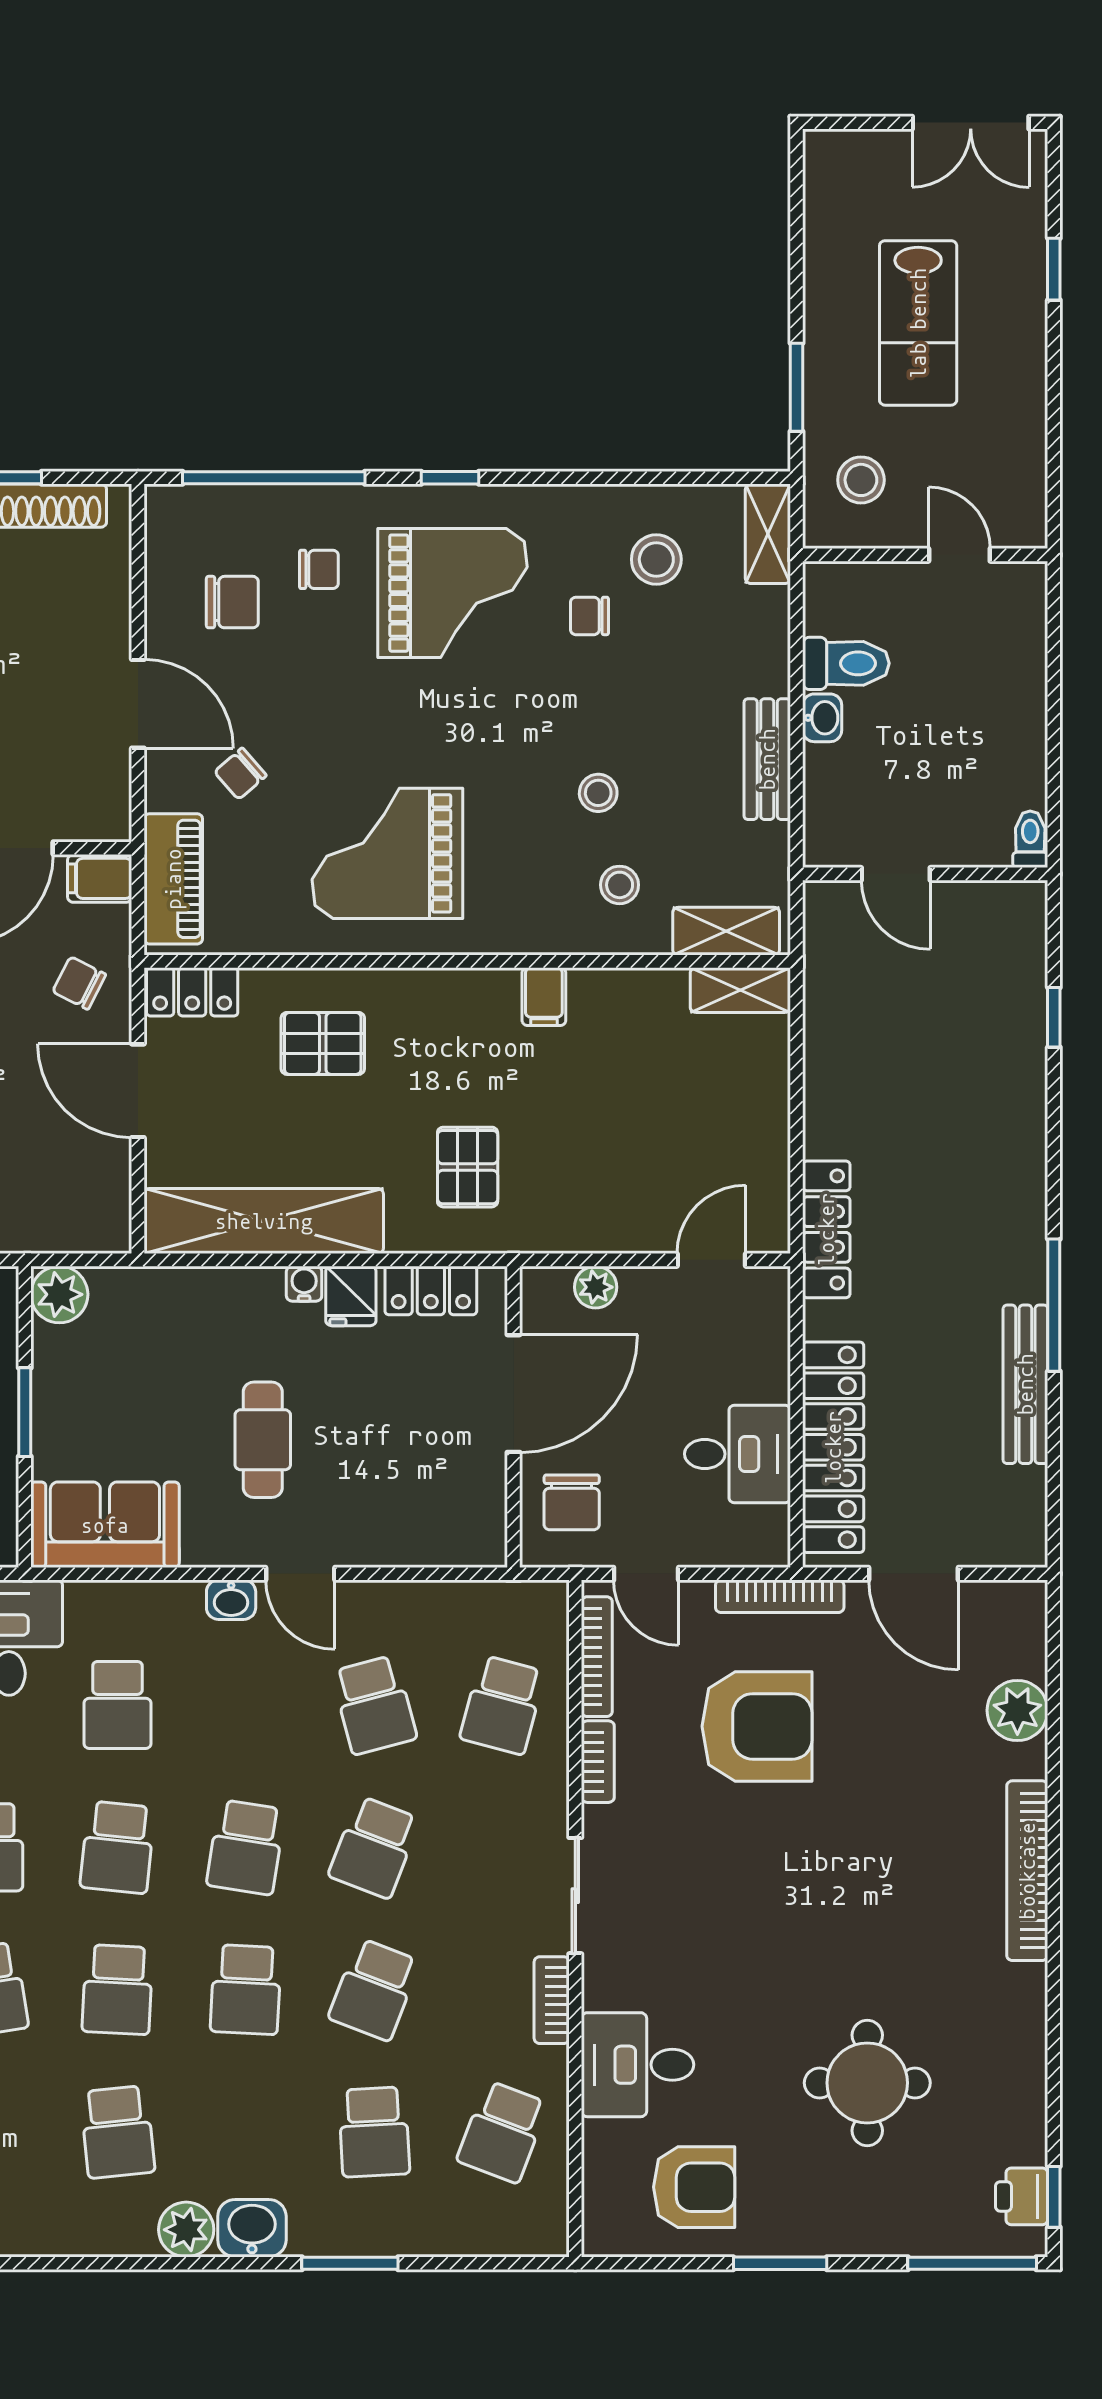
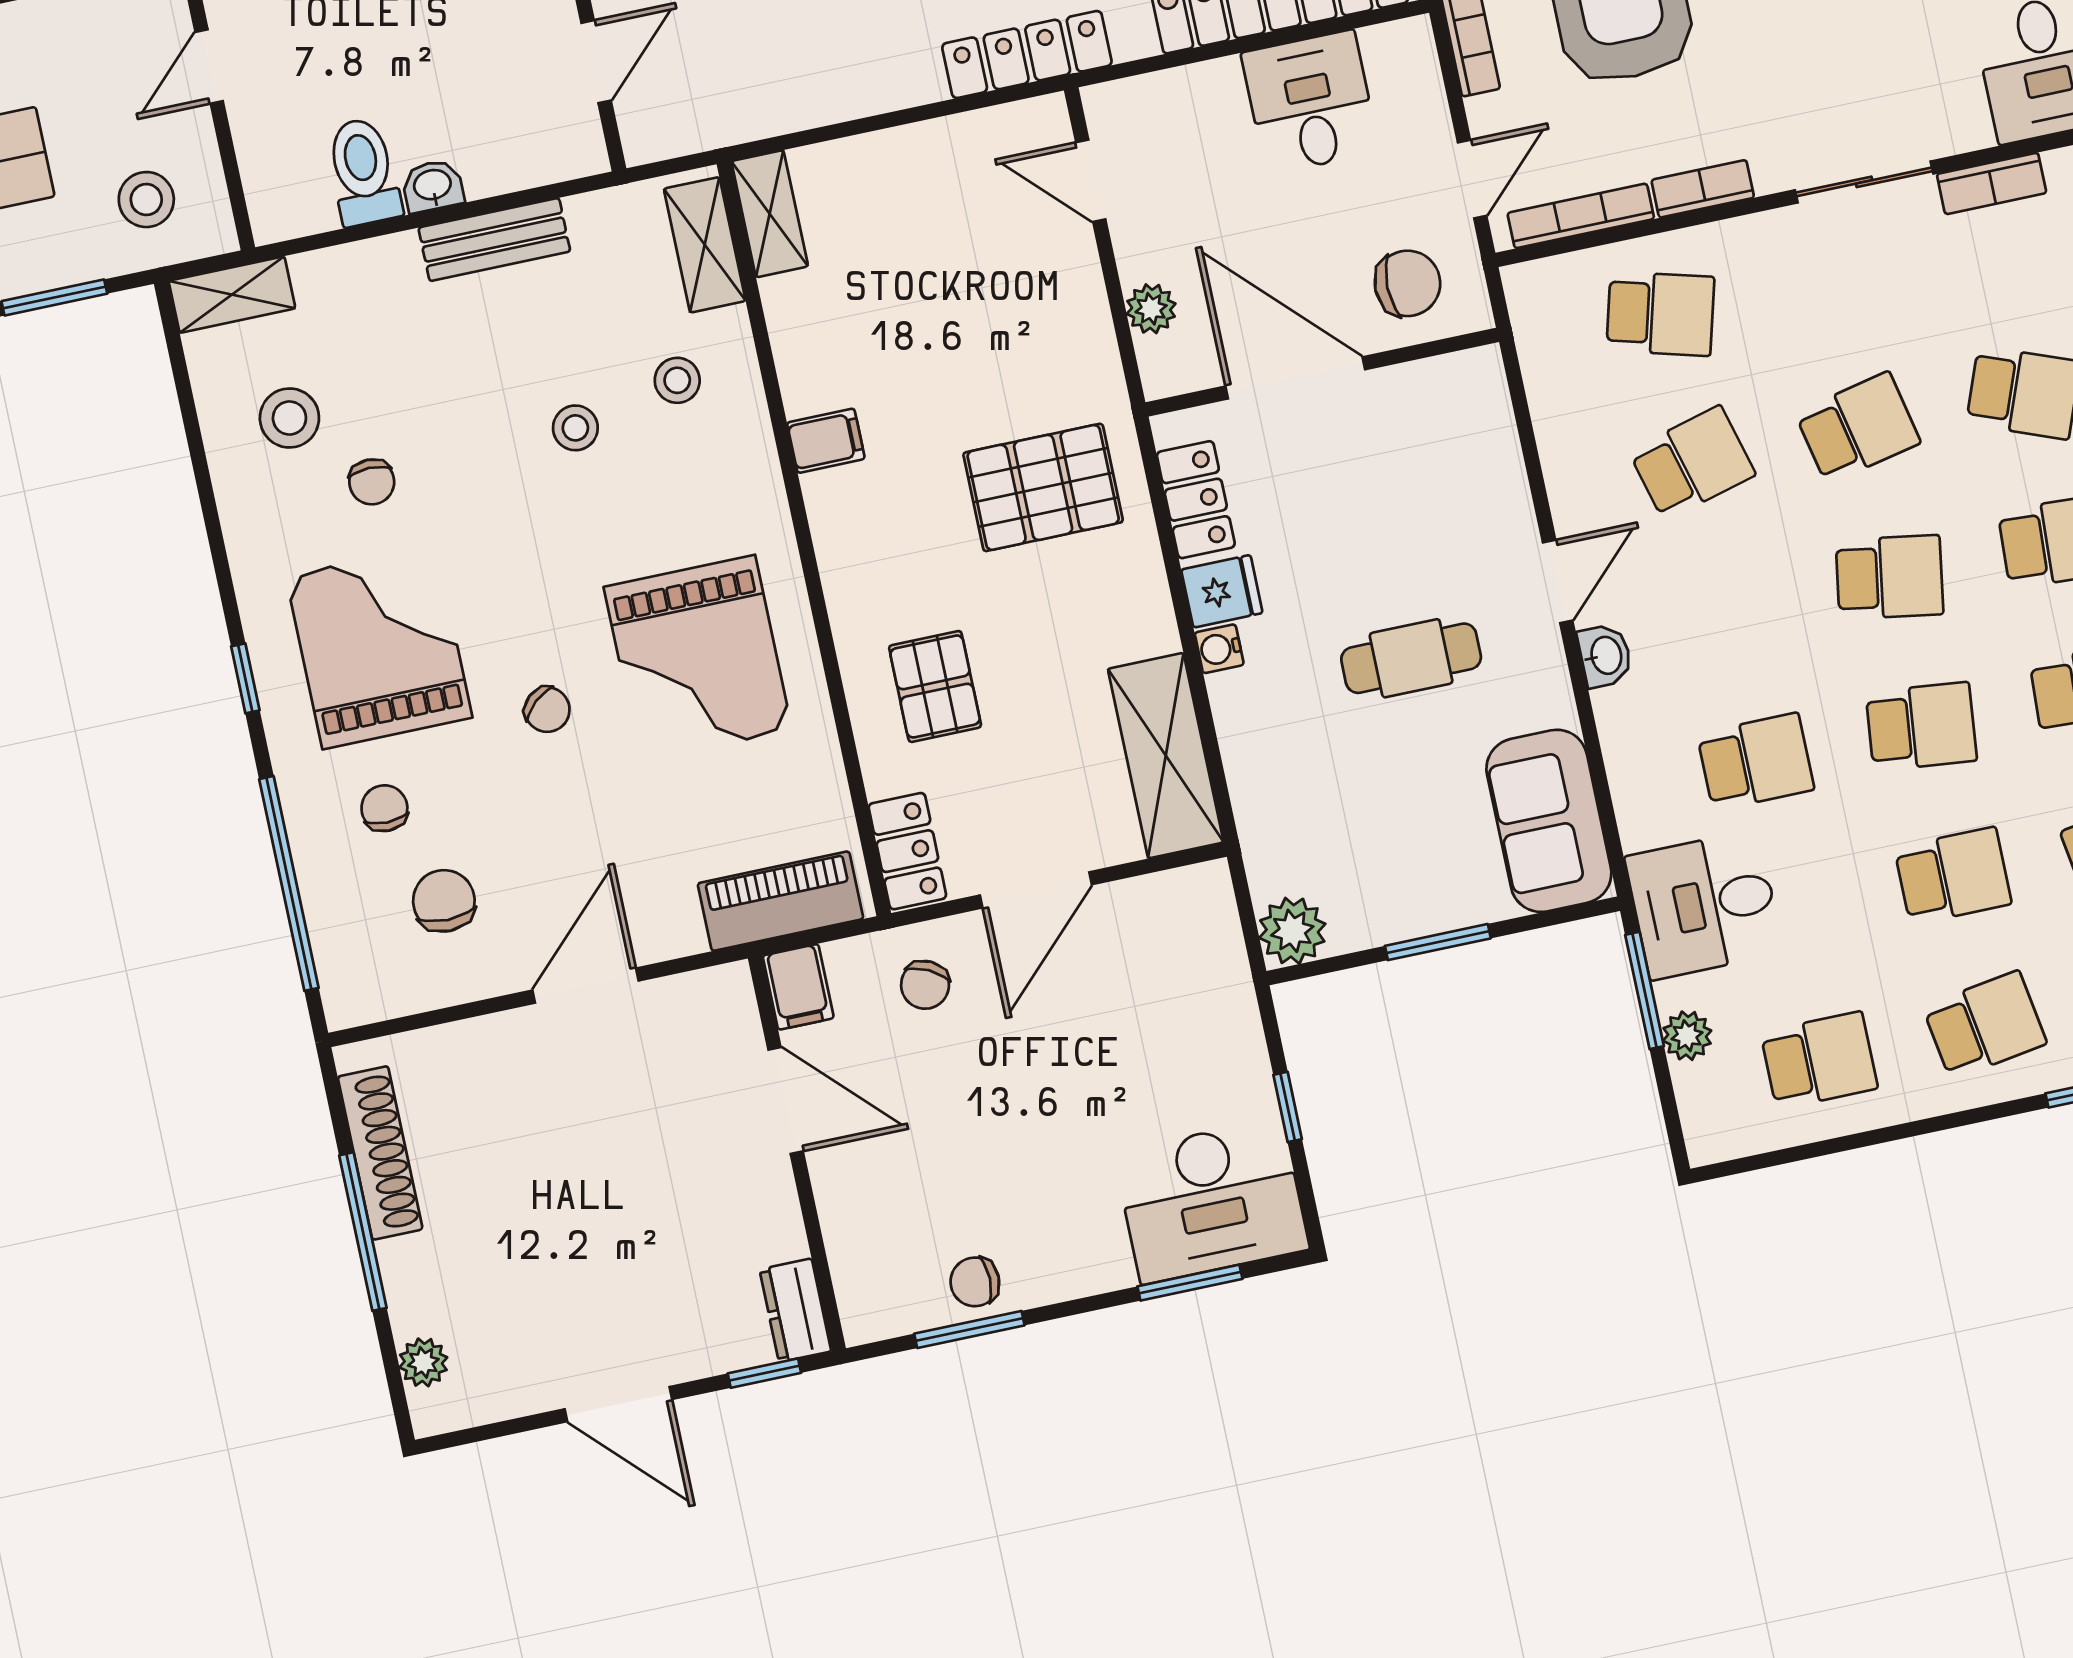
chair: (240, 774) -> (547, 710), moved
pallet: (468, 1167) -> (1043, 487), width x1.50, depth x1.42
shelving: (264, 1221) -> (1166, 756), width x0.68
school desk: (374, 1847) -> (1858, 428), turned -33

